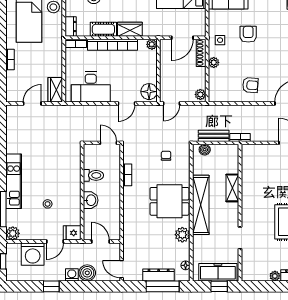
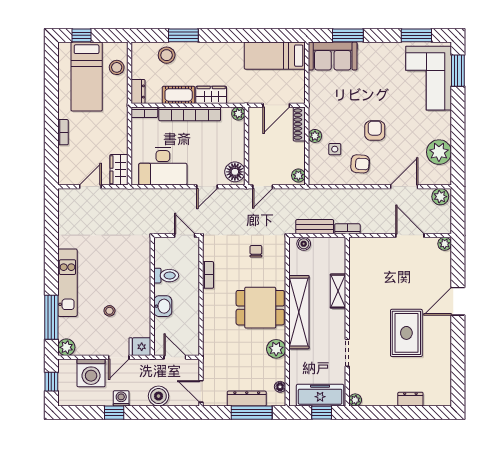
armchair: (248, 34) -> (375, 131), moved
side table: (220, 40) -> (335, 149), moved
washing machine: (72, 275) -> (121, 398), moved
plant: (275, 276) -> (355, 400), moved

